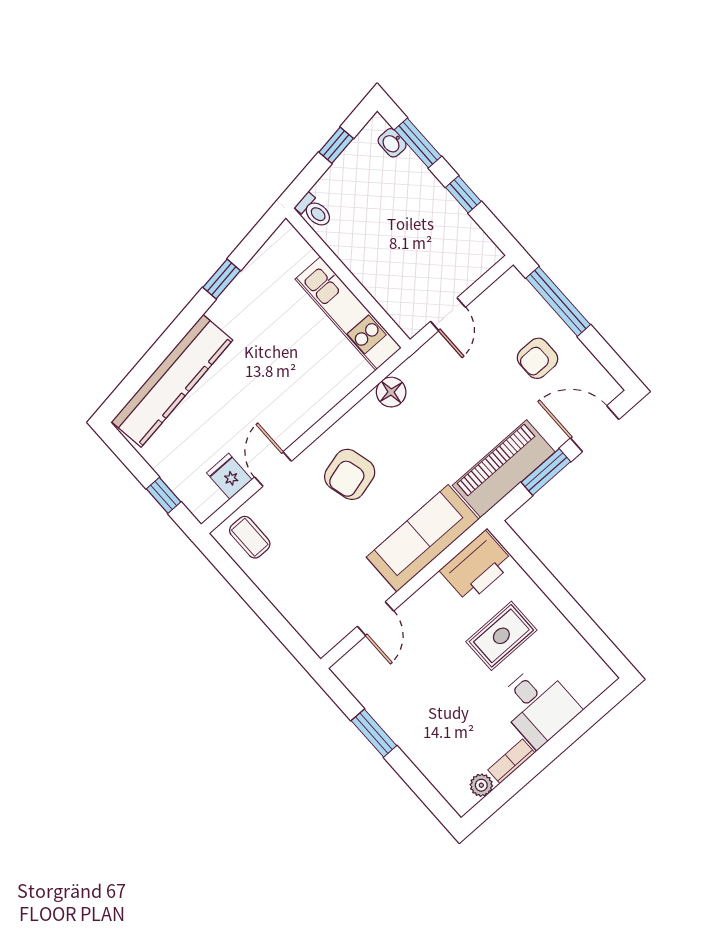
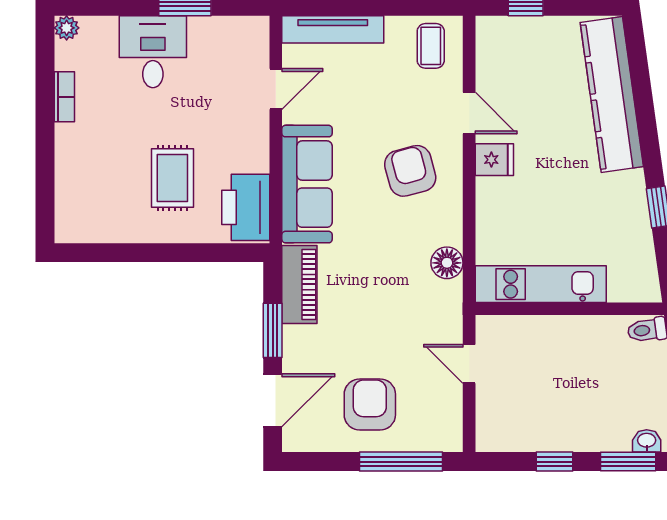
armchair: (538, 358) -> (370, 405), width x1.38, depth x1.38
piano: (504, 469) -> (299, 284), width x0.73, depth x0.75
fridge: (229, 476) -> (494, 160), moved
coffee table: (250, 537) -> (431, 46), turned 90
tv unit: (299, 616) -> (333, 29), added
door: (376, 619) -> (276, 89), swing flipped
desk: (538, 705) -> (153, 52), moved, turned 90
plant: (481, 785) -> (67, 28), moved

